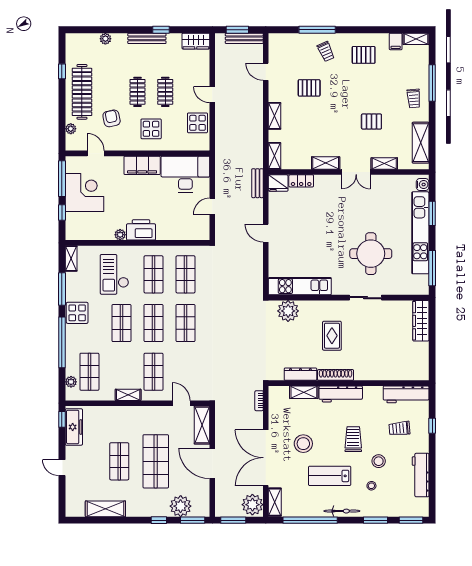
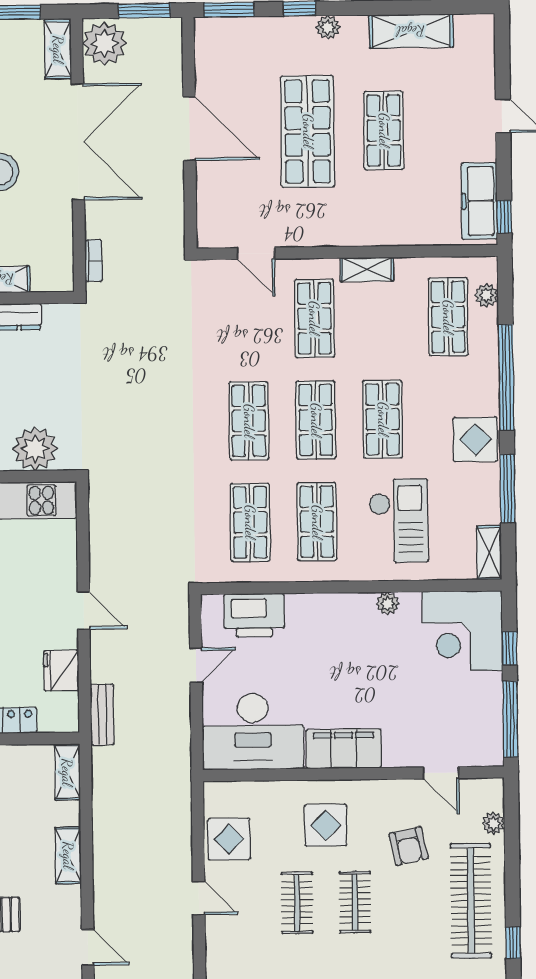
fridge: (278, 183) -> (61, 671), moved, turned -90
corner desk: (84, 193) -> (462, 631), moved
printer: (141, 230) -> (254, 615), moved
shelving: (202, 425) -> (212, 208), removed
plant: (181, 506) -> (328, 27), moved, width x0.53, depth x0.53

